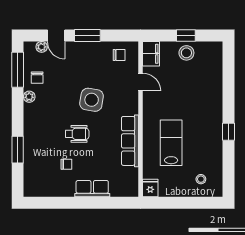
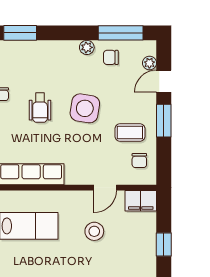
stool: (186, 53) -> (94, 231), moved
coffee table: (97, 62) -> (130, 133), added
side table: (92, 100) -> (85, 108), moved

